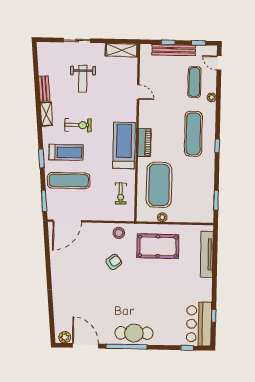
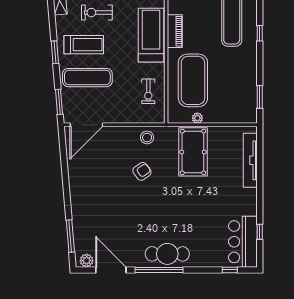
exercise bike: (78, 125) -> (97, 13), turned 180
pool table: (158, 246) -> (193, 152), turned 90
window: (51, 316) -> (70, 236), added

